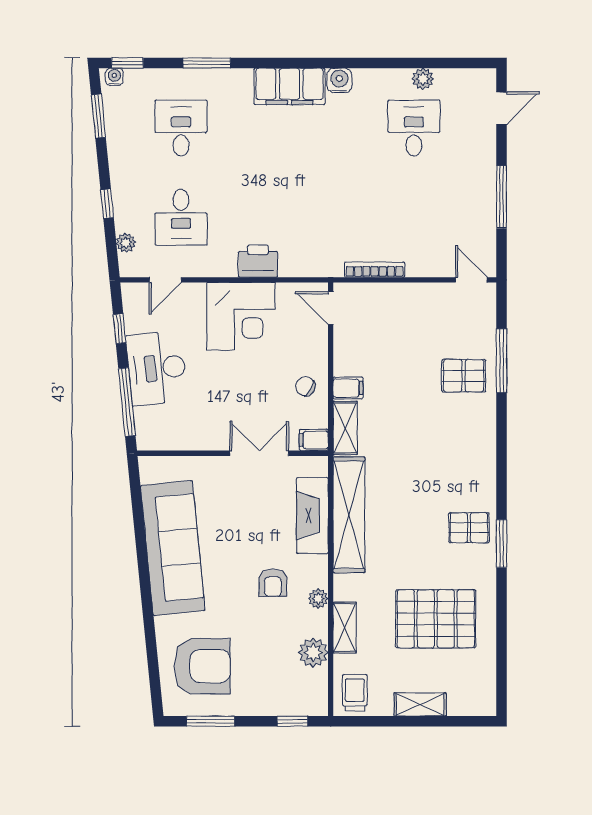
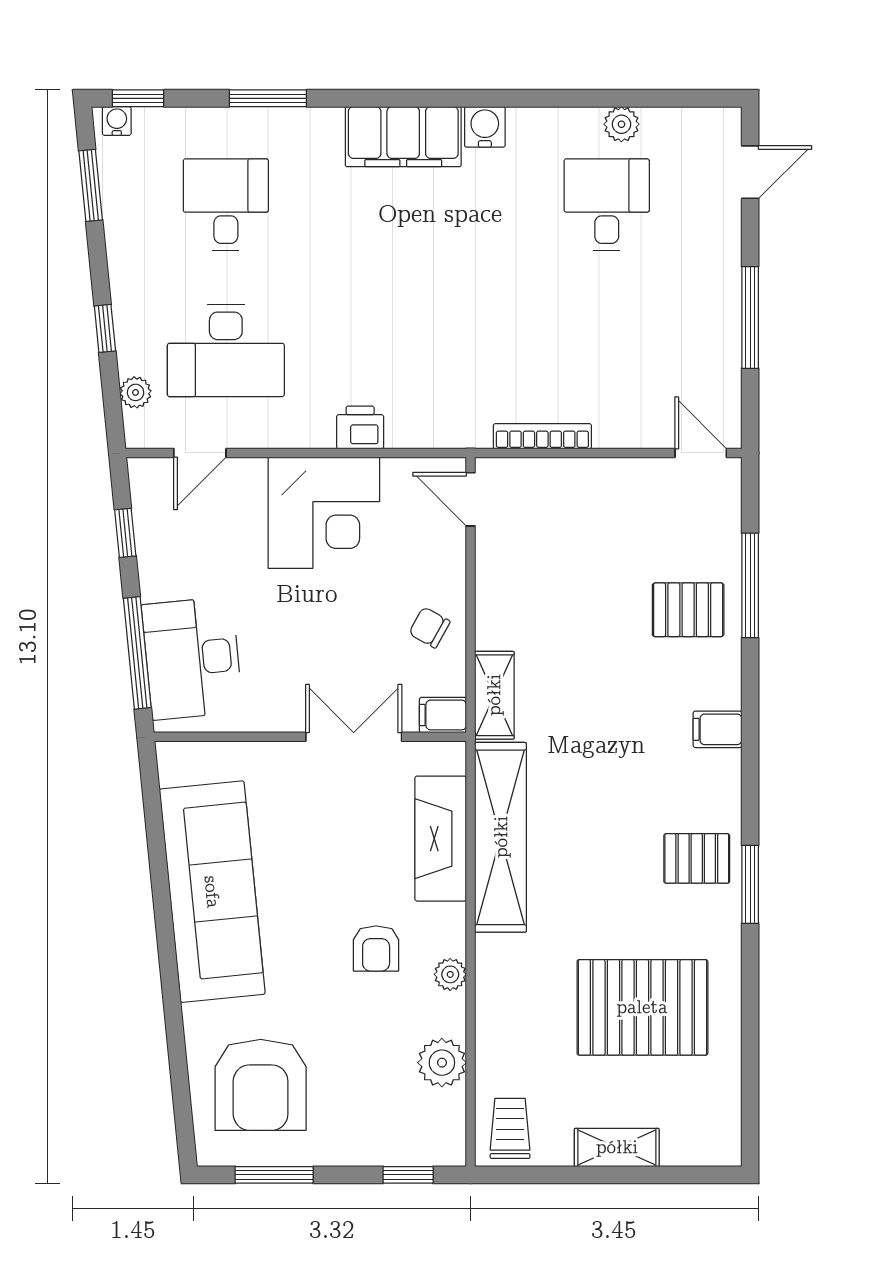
desk: (181, 217) -> (226, 351), width x1.37
printer: (258, 261) -> (360, 427), width x0.73, depth x0.81
desk: (157, 368) -> (192, 658), moved
filing cabinet: (348, 388) -> (717, 729), moved, turned 180
shelving: (345, 628) -> (493, 1022), removed
armchair: (202, 666) -> (261, 1085), turned 90

